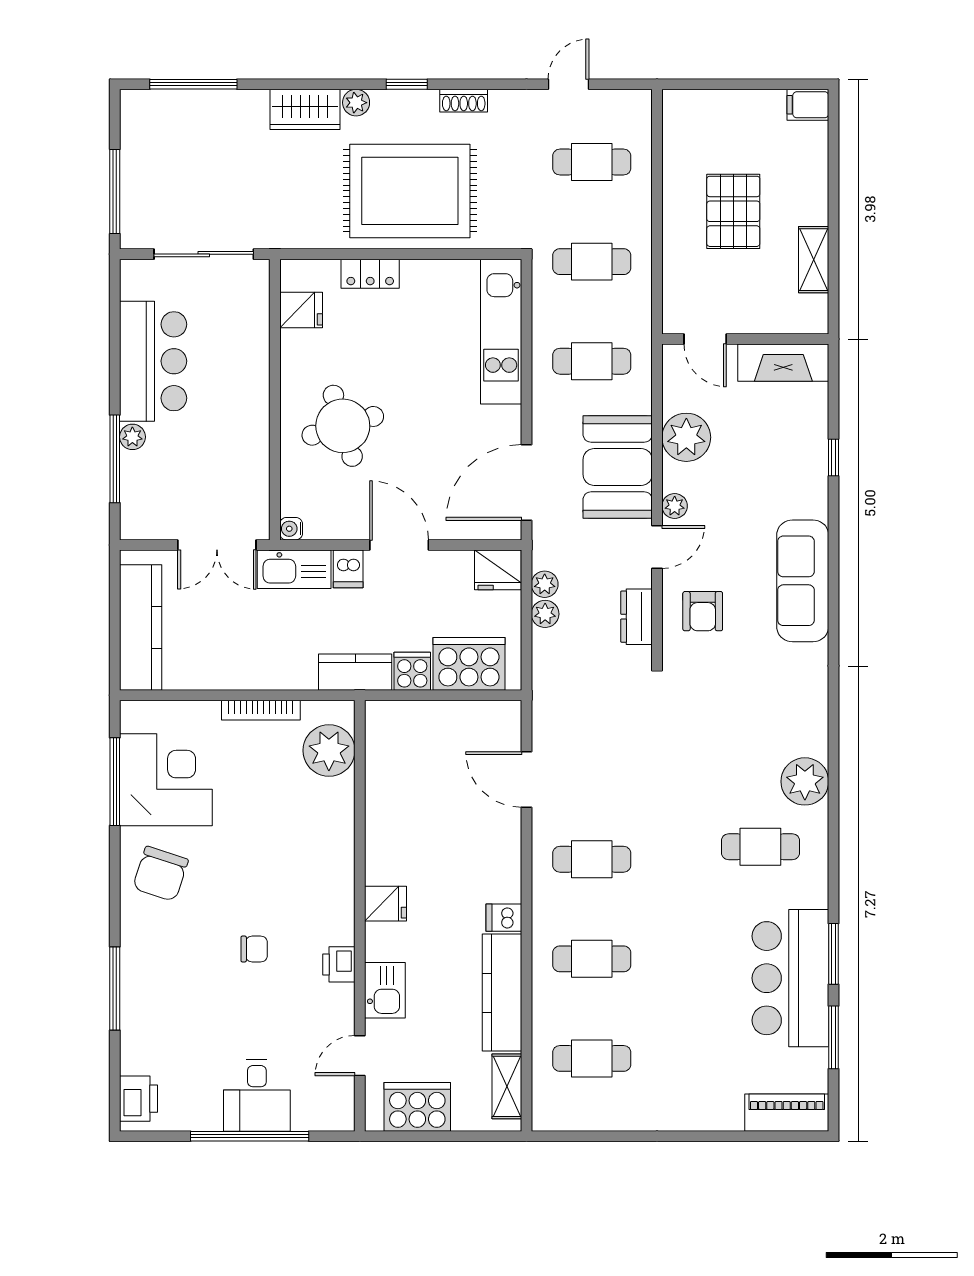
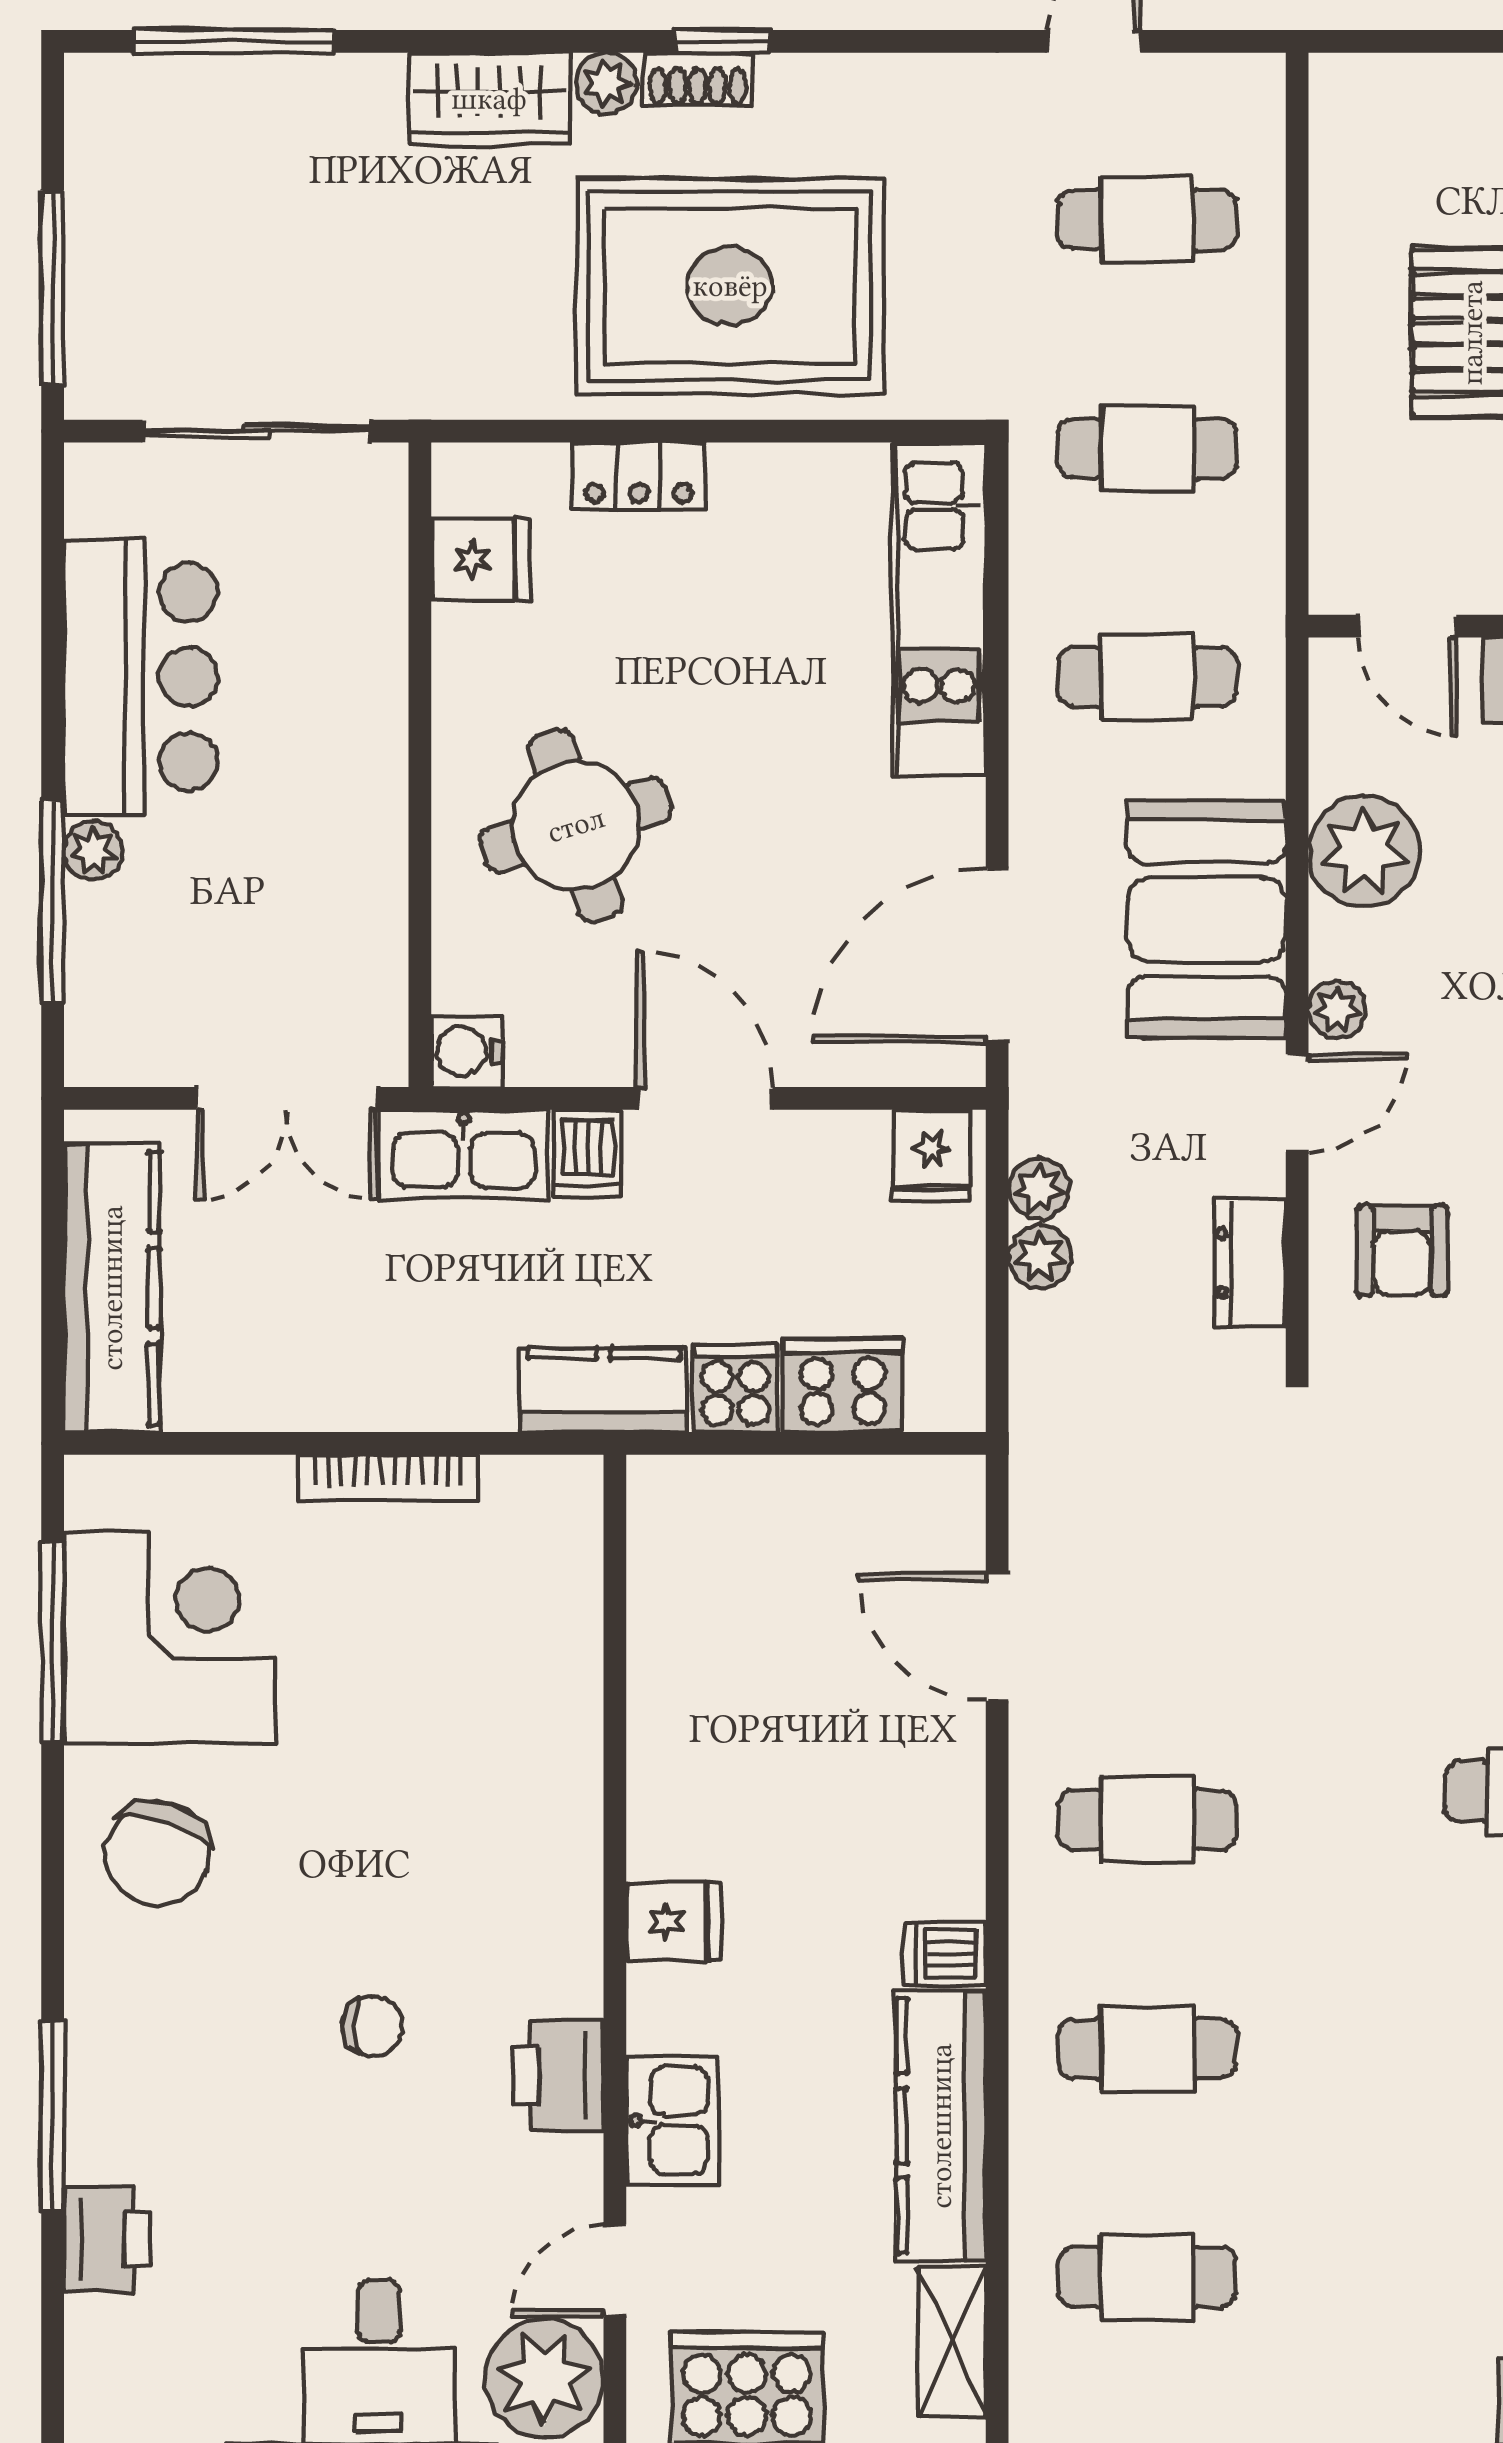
shoe rack: (464, 101) -> (698, 79), moved
water cooler: (291, 529) -> (467, 1051), width x1.38, depth x1.38
fridge: (498, 570) -> (932, 1156), width x0.72
cooker: (469, 664) -> (843, 1386), width x0.73, depth x0.76
plant: (329, 750) -> (544, 2378), moved
printer: (339, 964) -> (558, 2076), width x1.36, depth x1.24
printer: (139, 1099) -> (107, 2239), moved

